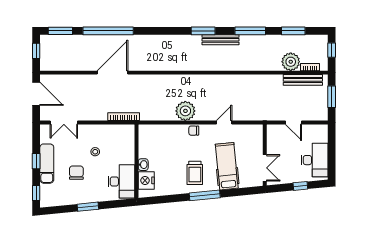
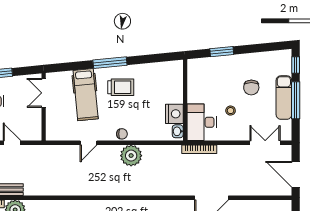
window: (36, 161) -> (296, 100), width x2.17
washbasin: (143, 165) -> (178, 131), moved
trolley: (195, 173) -> (121, 87), turned 90
nightstand: (146, 180) -> (174, 114), moved
desk: (121, 181) -> (202, 122), moved
window: (88, 207) -> (222, 52), moved

